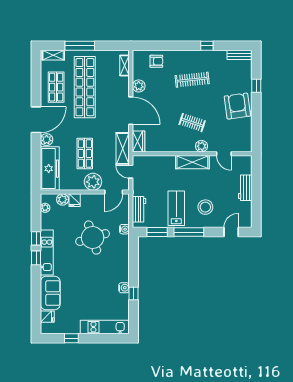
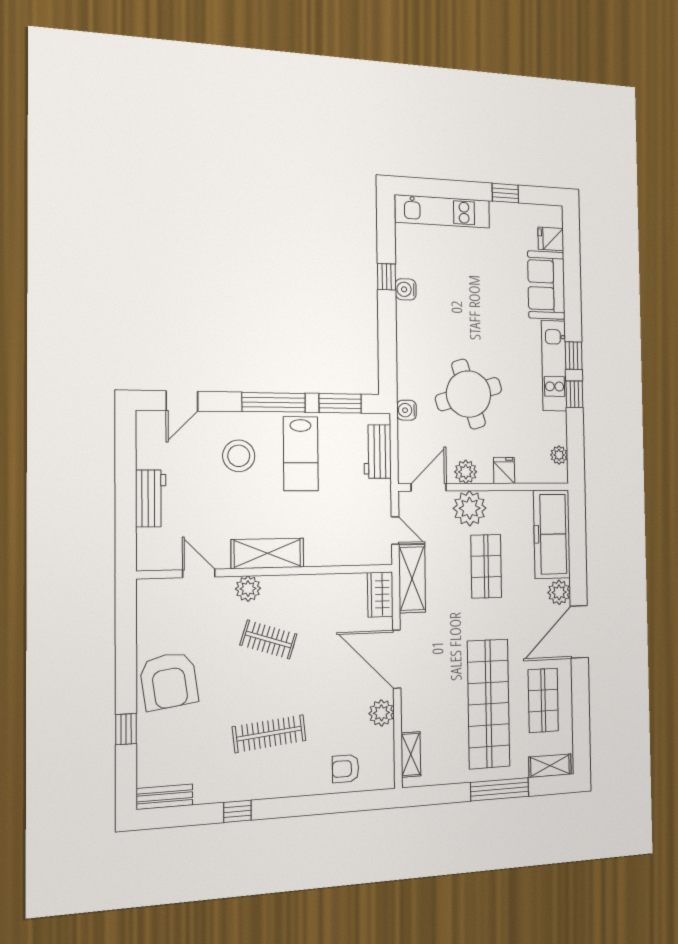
plant: (63, 199) -> (466, 472), moved

